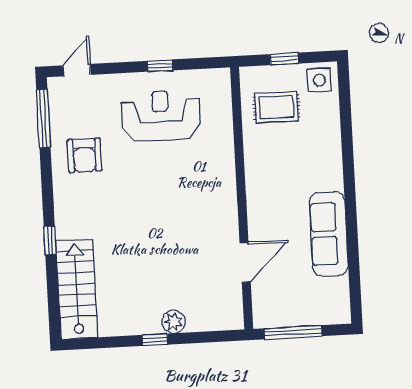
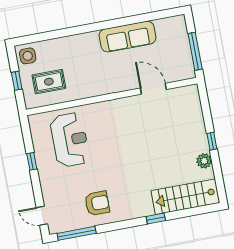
rug: (276, 107) -> (49, 82), turned 90
reception desk: (161, 115) -> (70, 140), moved, turned 180
plant: (174, 322) -> (204, 161), moved

